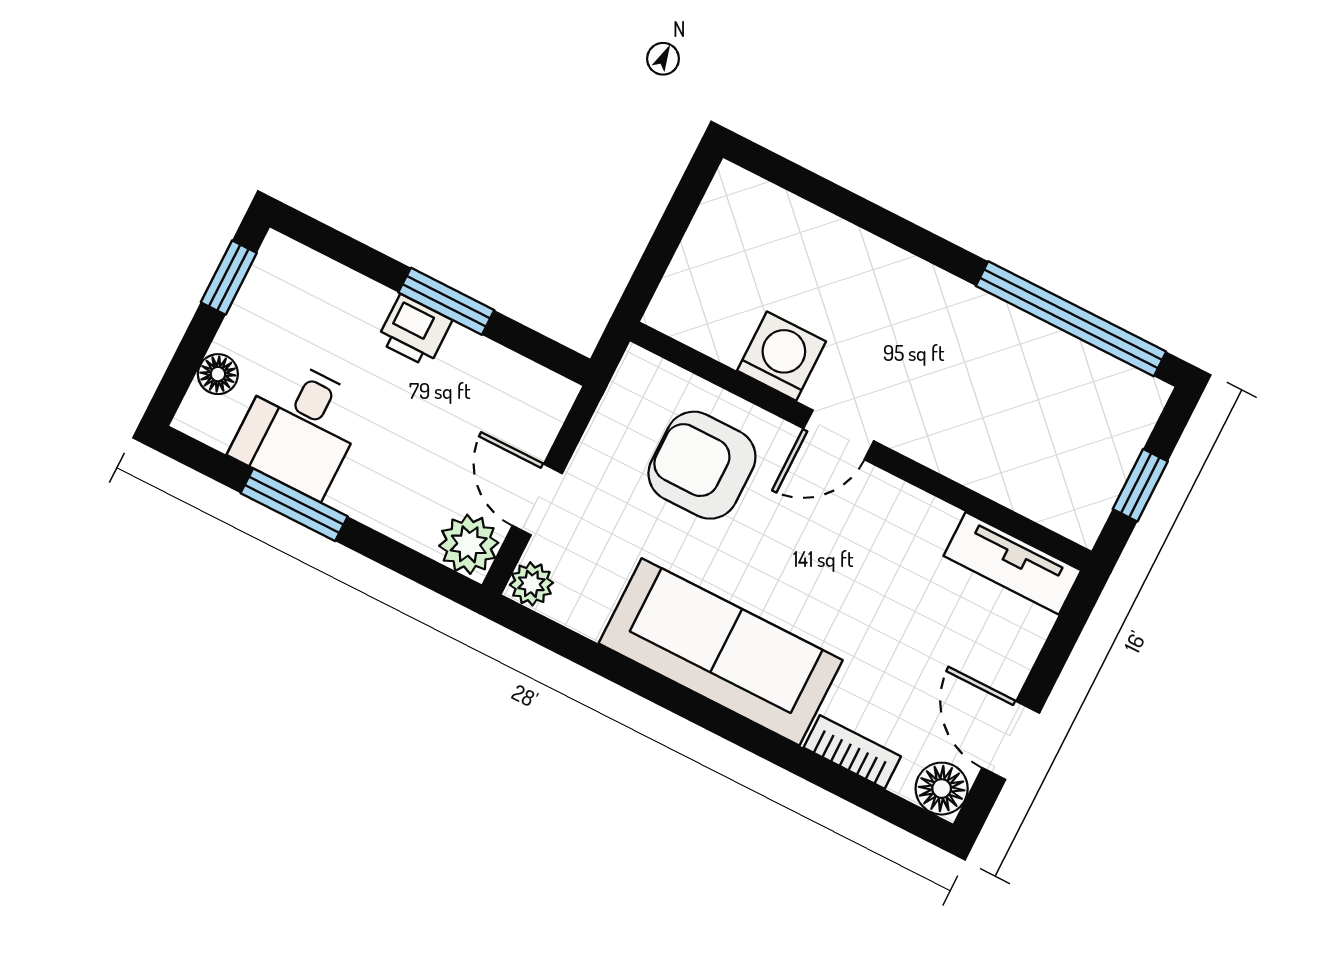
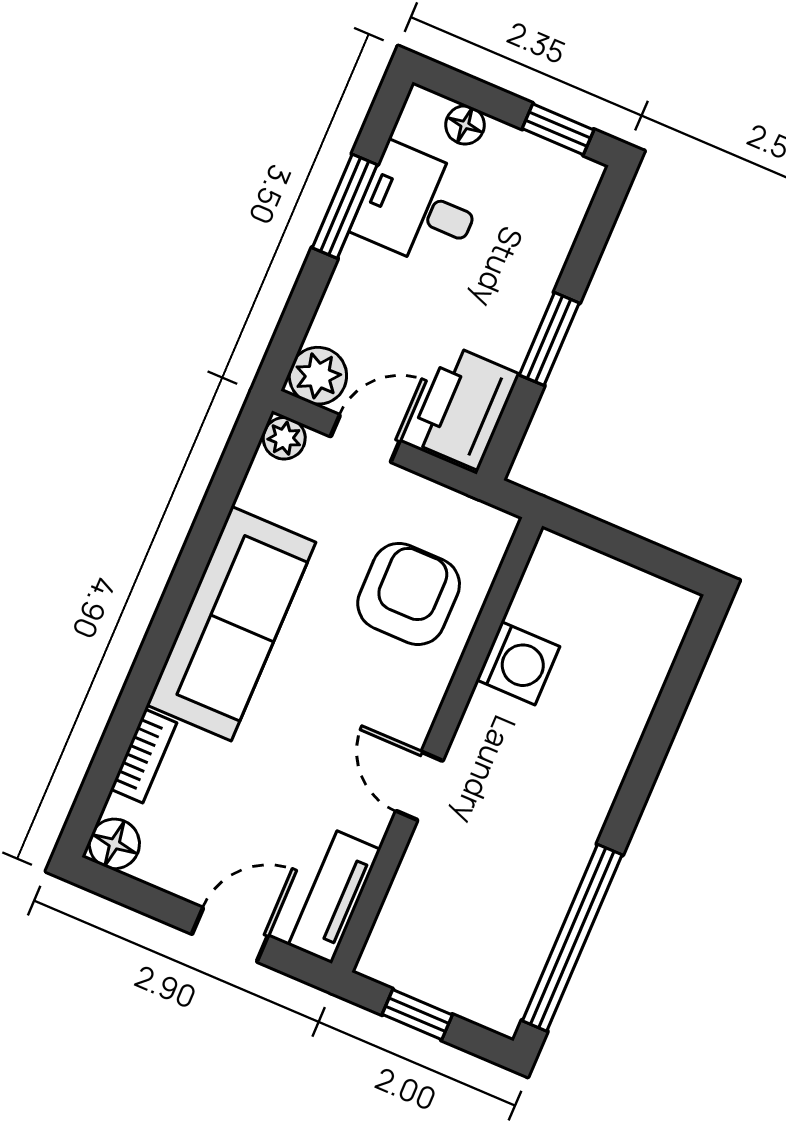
printer: (414, 331) -> (464, 407), moved, width x1.87, depth x1.48
door: (839, 435) -> (419, 786), moved
door: (1011, 740) -> (230, 935), moved

